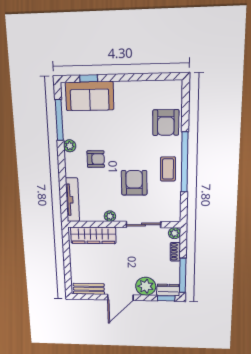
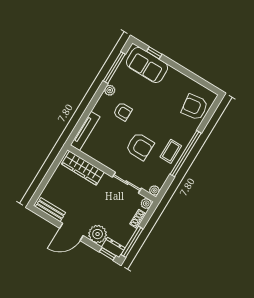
armchair: (166, 123) -> (195, 107), moved, turned 82
armchair: (134, 183) -> (140, 146), turned 90
plant: (110, 216) -> (154, 190), moved

